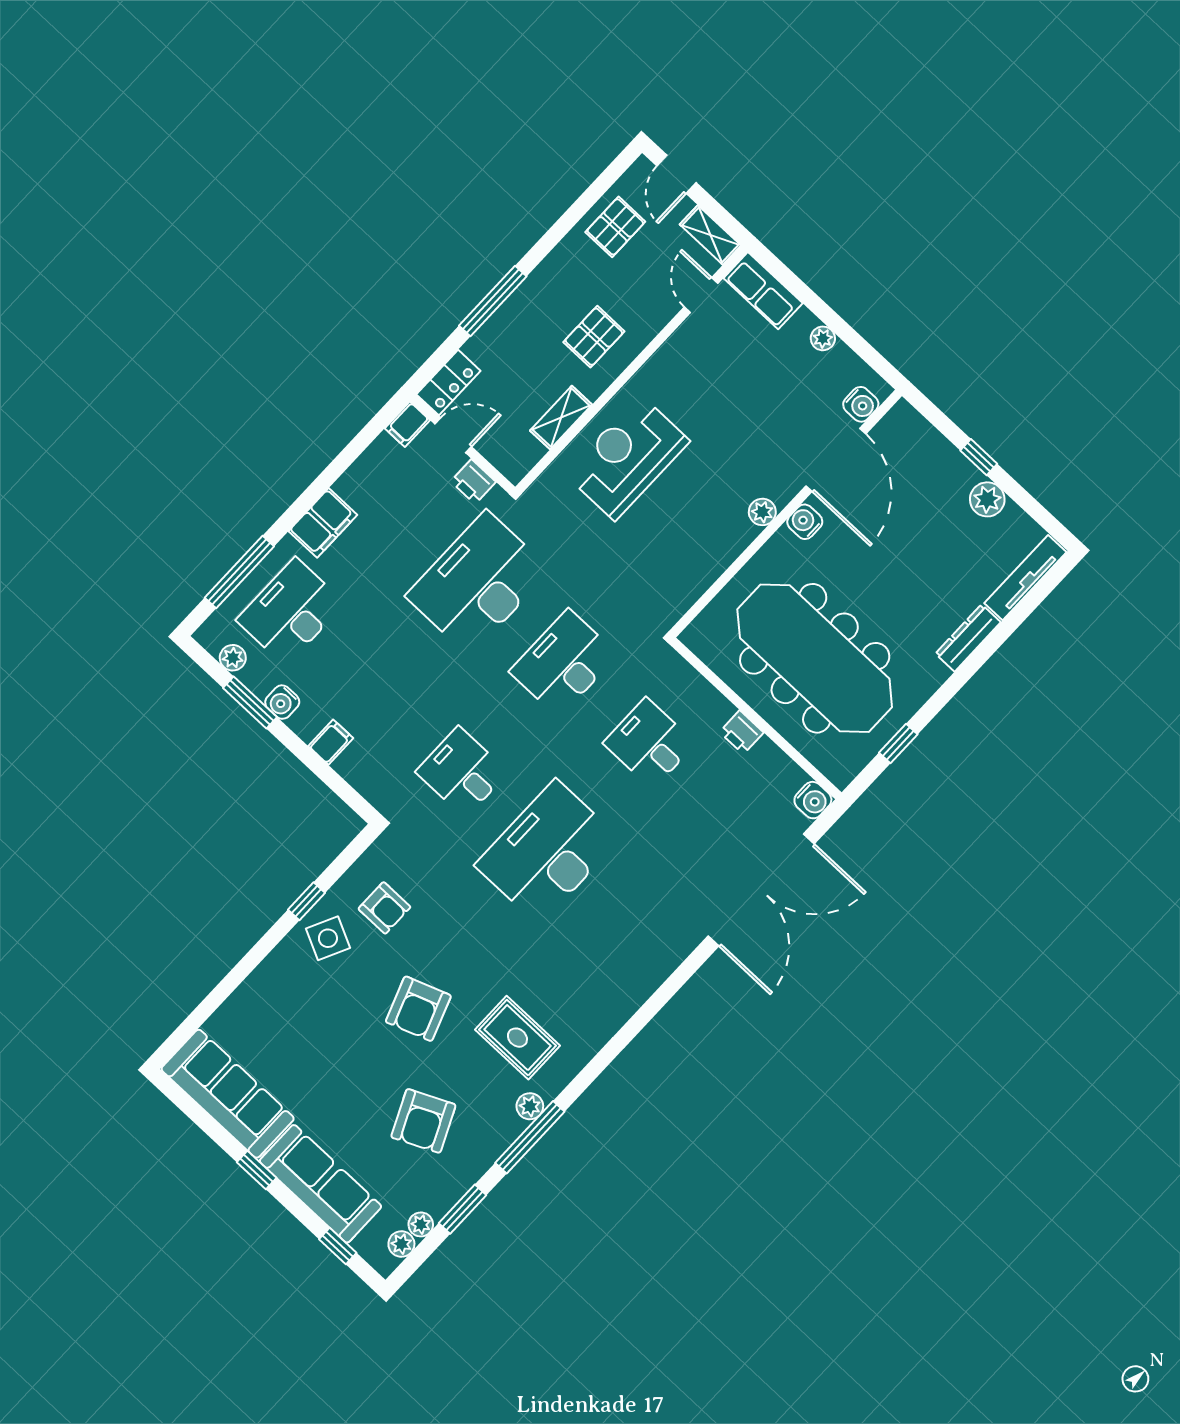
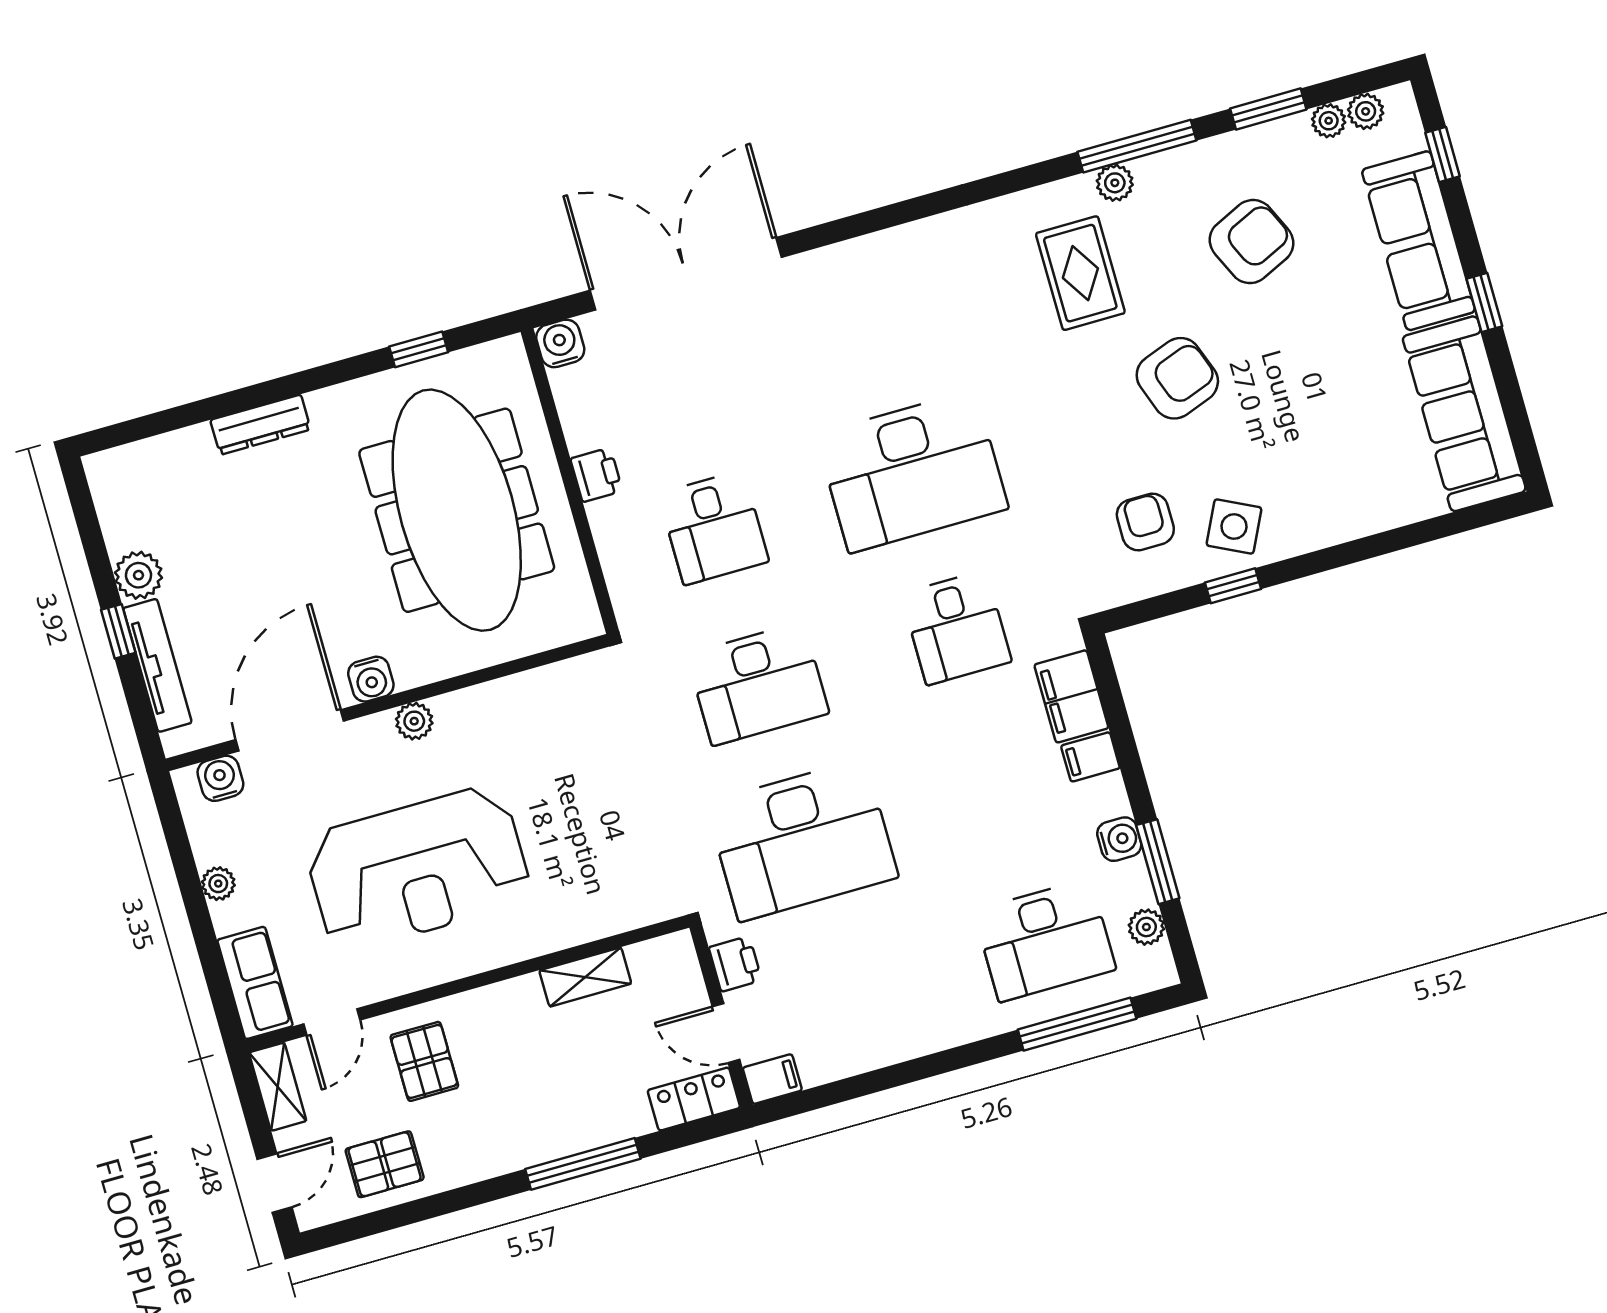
pallet: (594, 337) -> (424, 1061), moved, turned 90
reception desk: (627, 458) -> (418, 869), moved, width x1.36, depth x1.30
filing cabinet: (323, 523) -> (1071, 696), moved, turned -90
tv unit: (1025, 578) -> (158, 665), moved, turned -90

